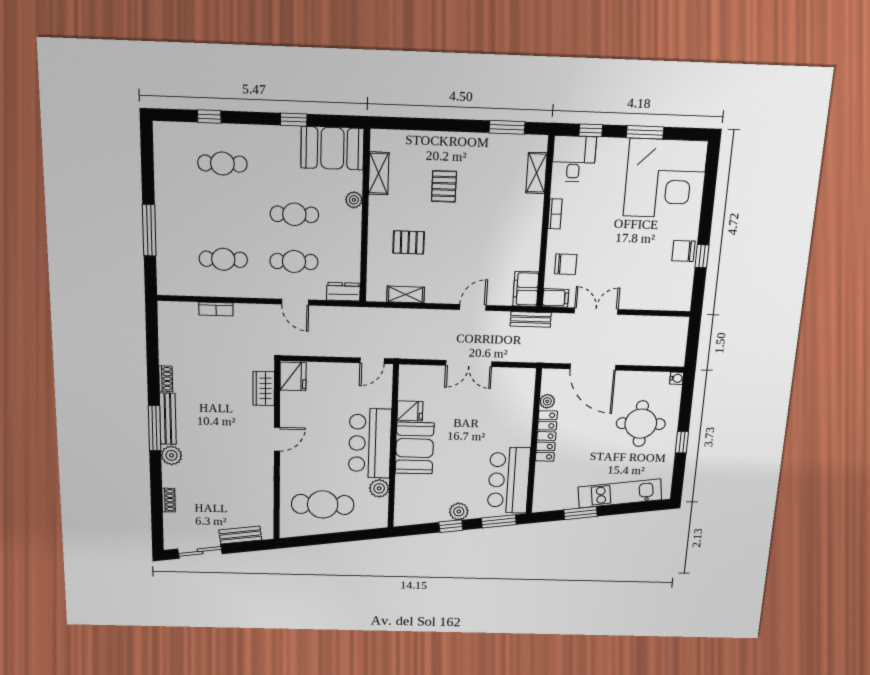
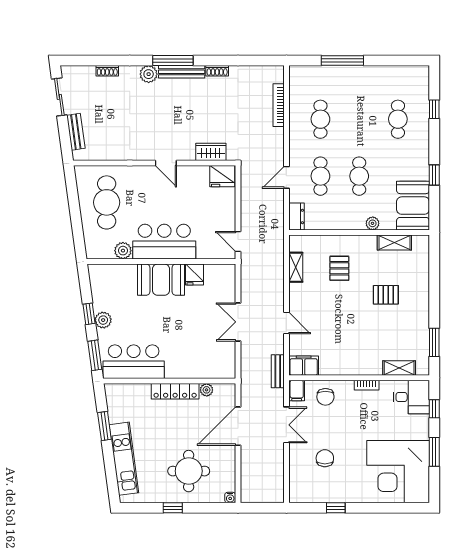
chair: (683, 251) -> (325, 458), moved
bookcase: (216, 309) -> (279, 105), width x1.56

